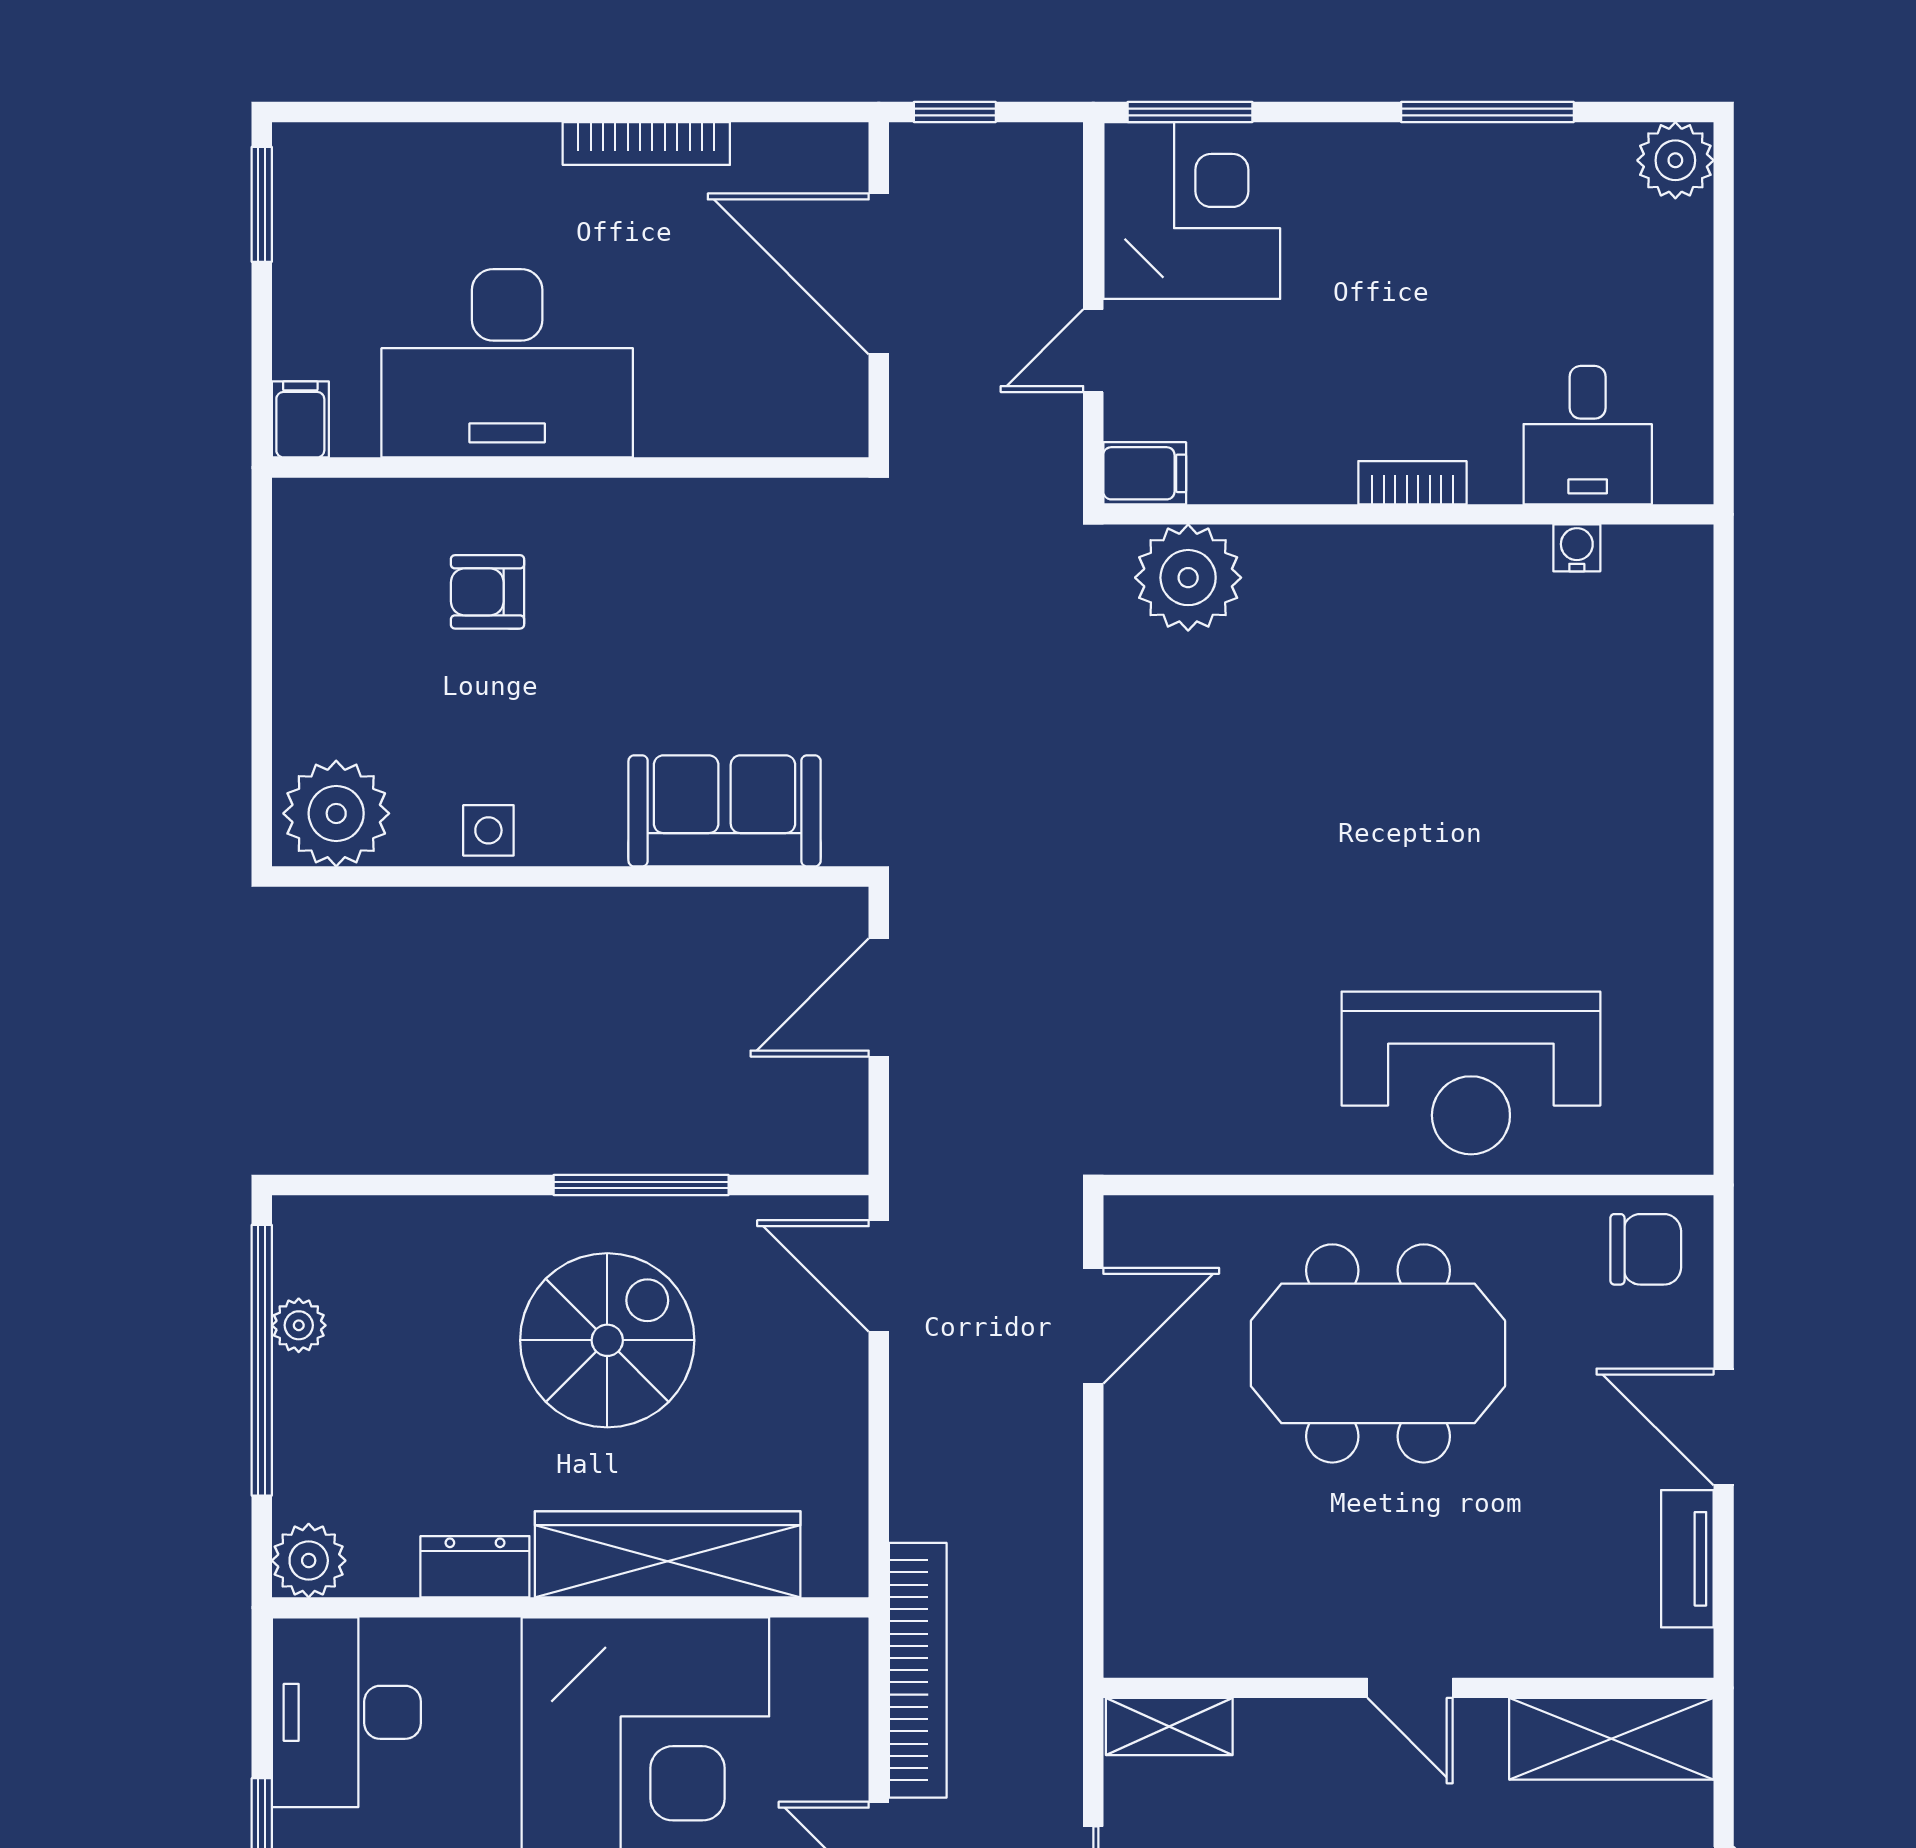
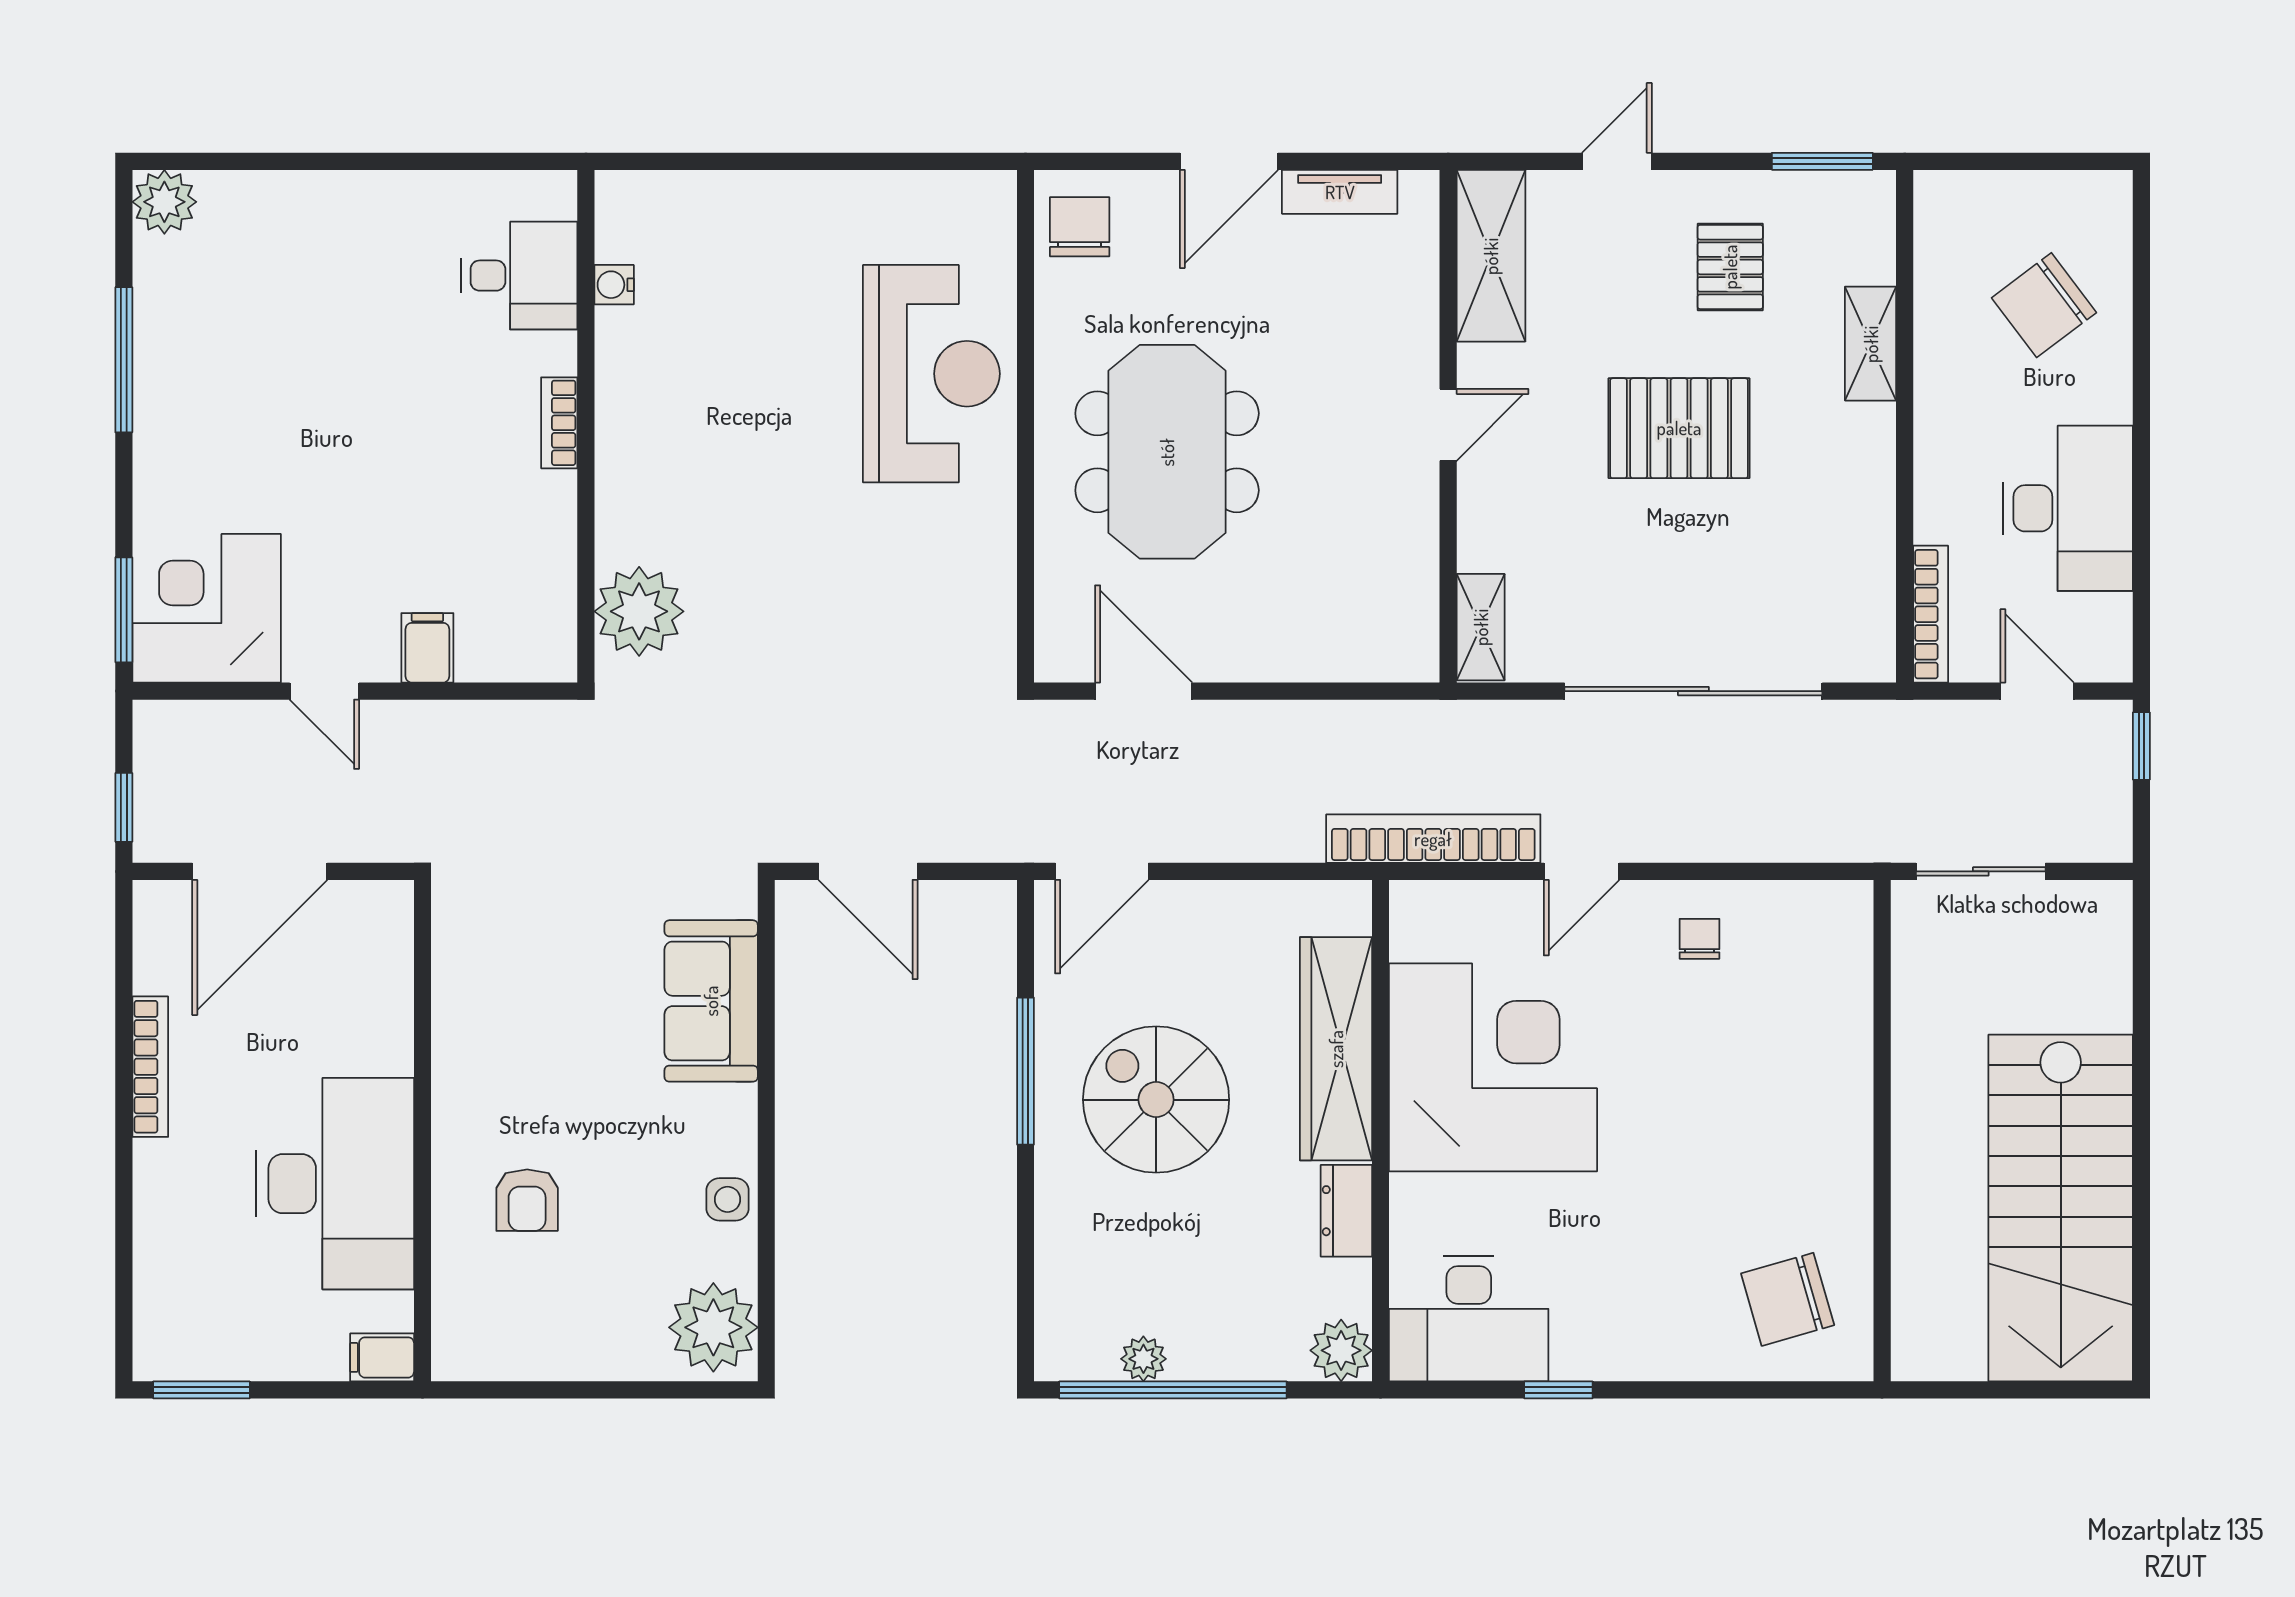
desk: (1588, 435) -> (519, 276), moved
bookcase: (1412, 483) -> (559, 423), moved
wall: (1408, 514) -> (586, 426), moved
water cooler: (1577, 548) -> (614, 285), moved
plant: (1188, 578) -> (639, 611), moved

